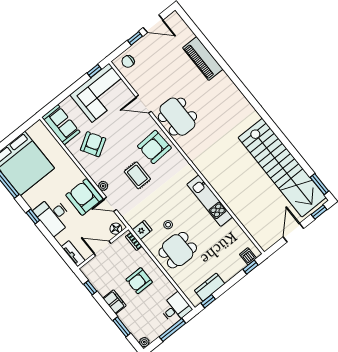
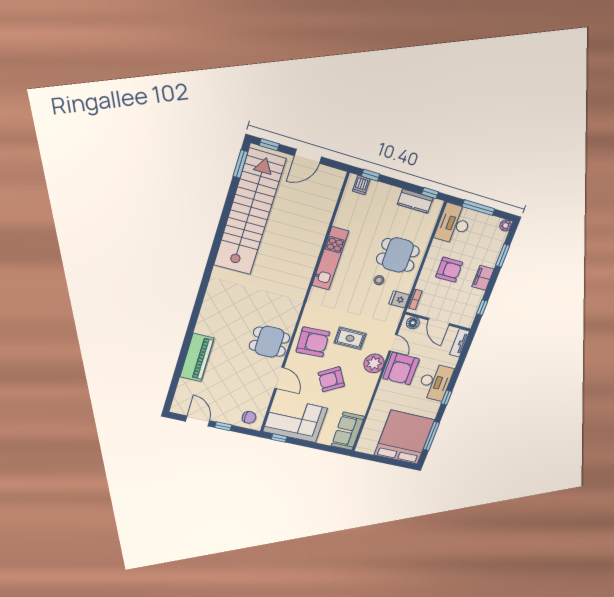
dining table: (177, 117) -> (269, 342), width x0.73
armchair: (93, 144) -> (331, 379), moved
rug: (137, 175) -> (350, 338), turned 90
plant: (103, 186) -> (374, 363), width x1.88, depth x1.88
desk: (176, 308) -> (454, 224), width x1.37

